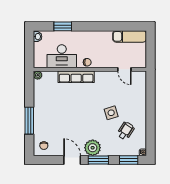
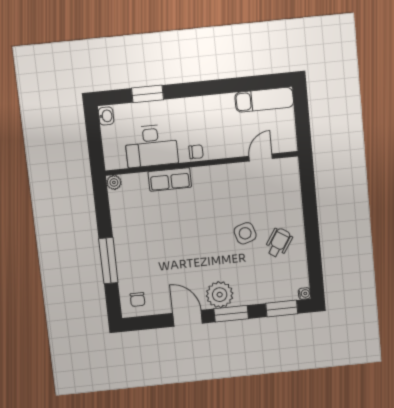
door: (124, 69) -> (261, 157), swing flipped
row of seats: (76, 77) -> (170, 179), width x0.68
wheelchair: (126, 131) -> (279, 243), moved

